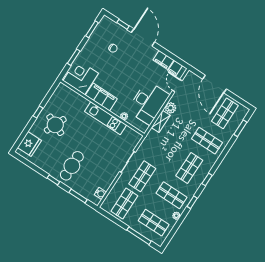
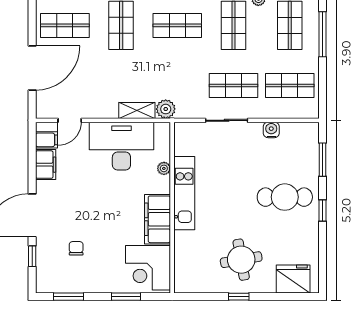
plant: (171, 108) -> (166, 109), moved
round table: (55, 125) -> (241, 260), turned -33
water cooler: (100, 193) -> (271, 130), moved

